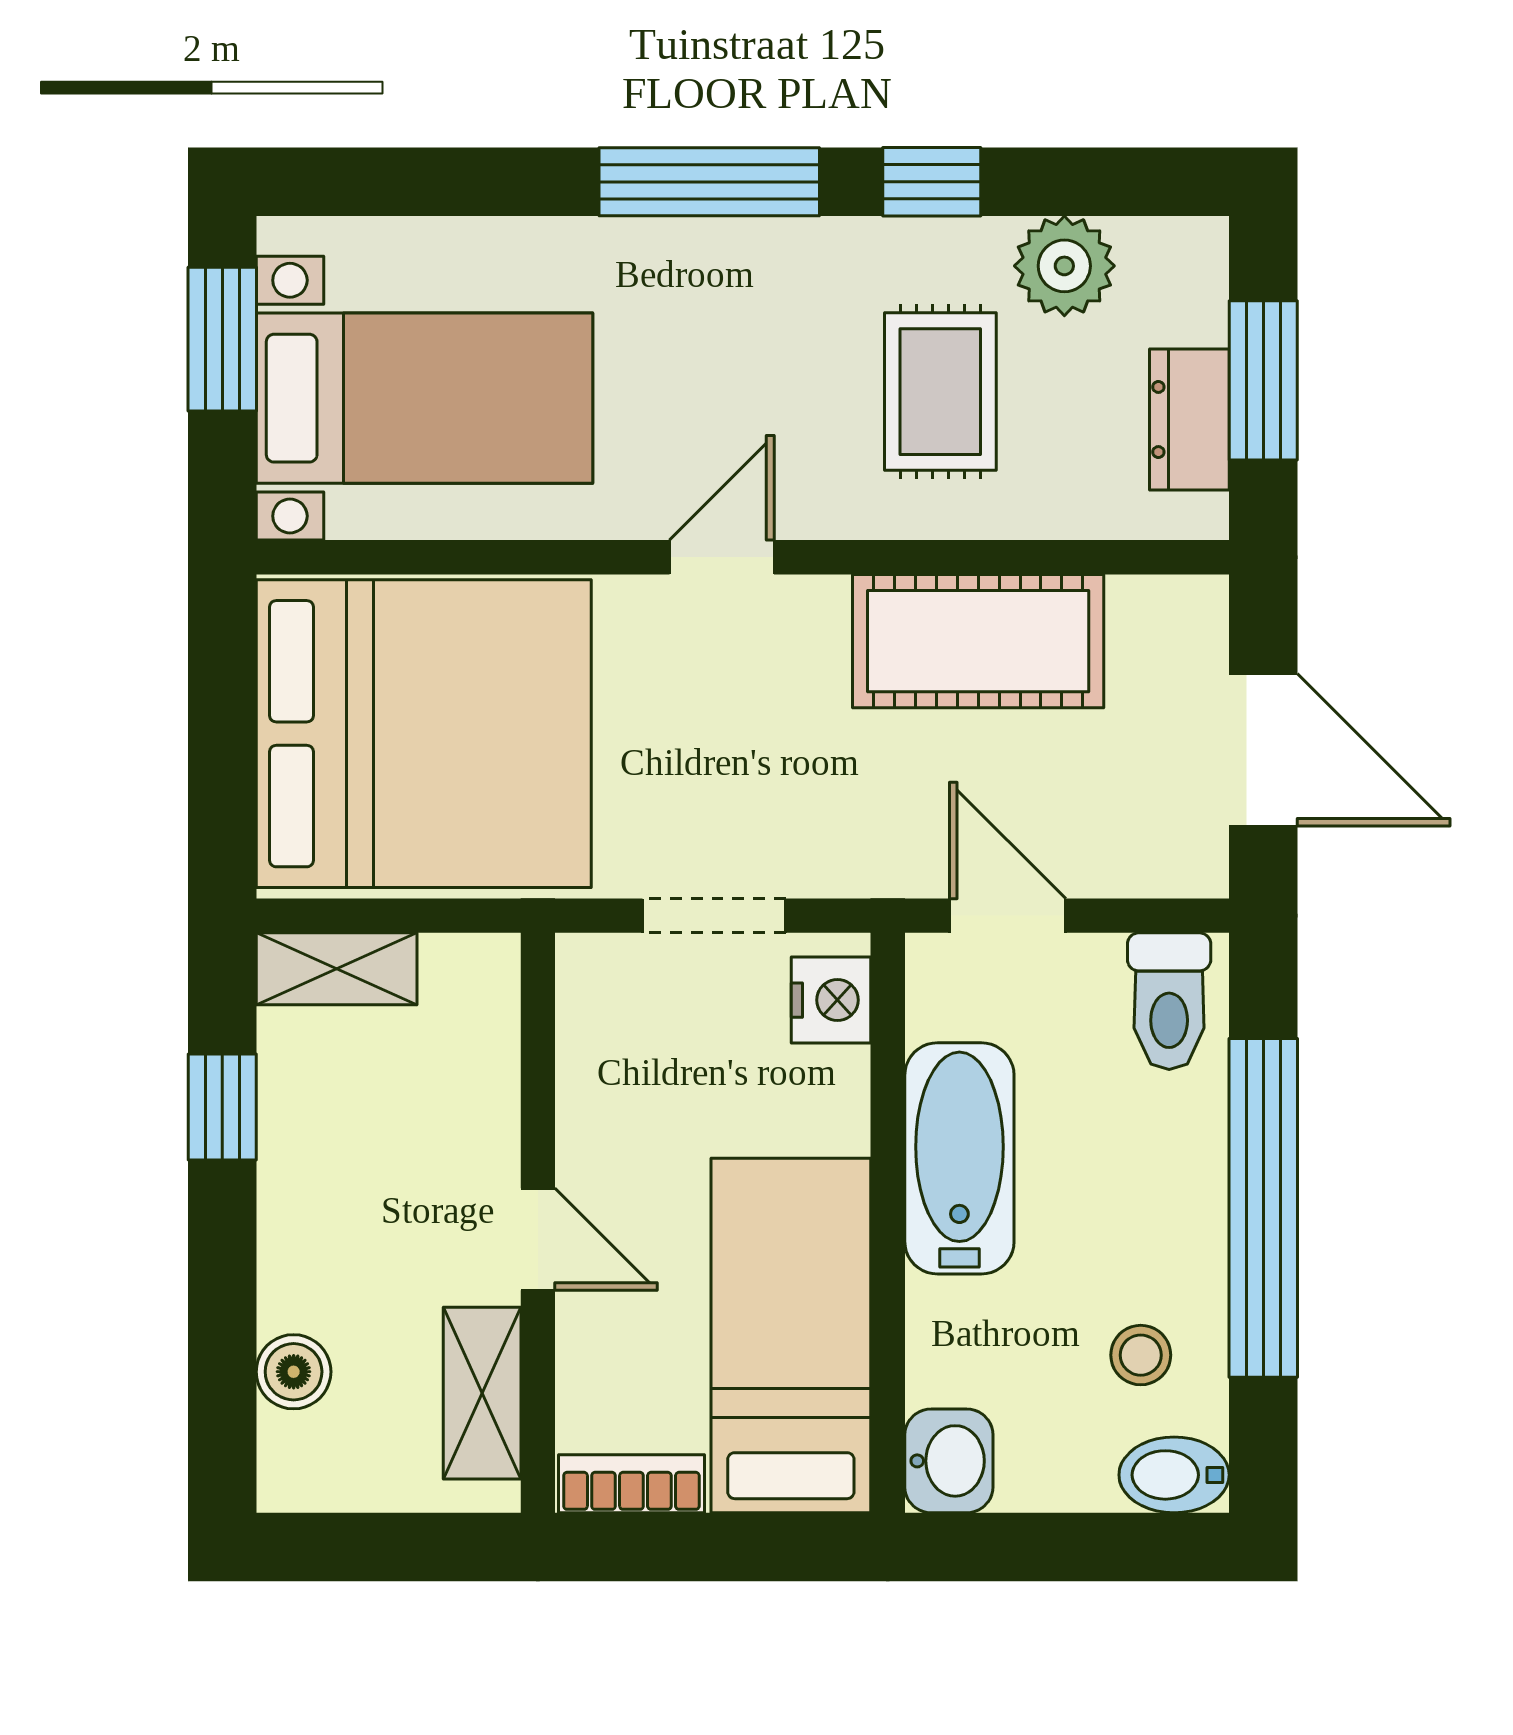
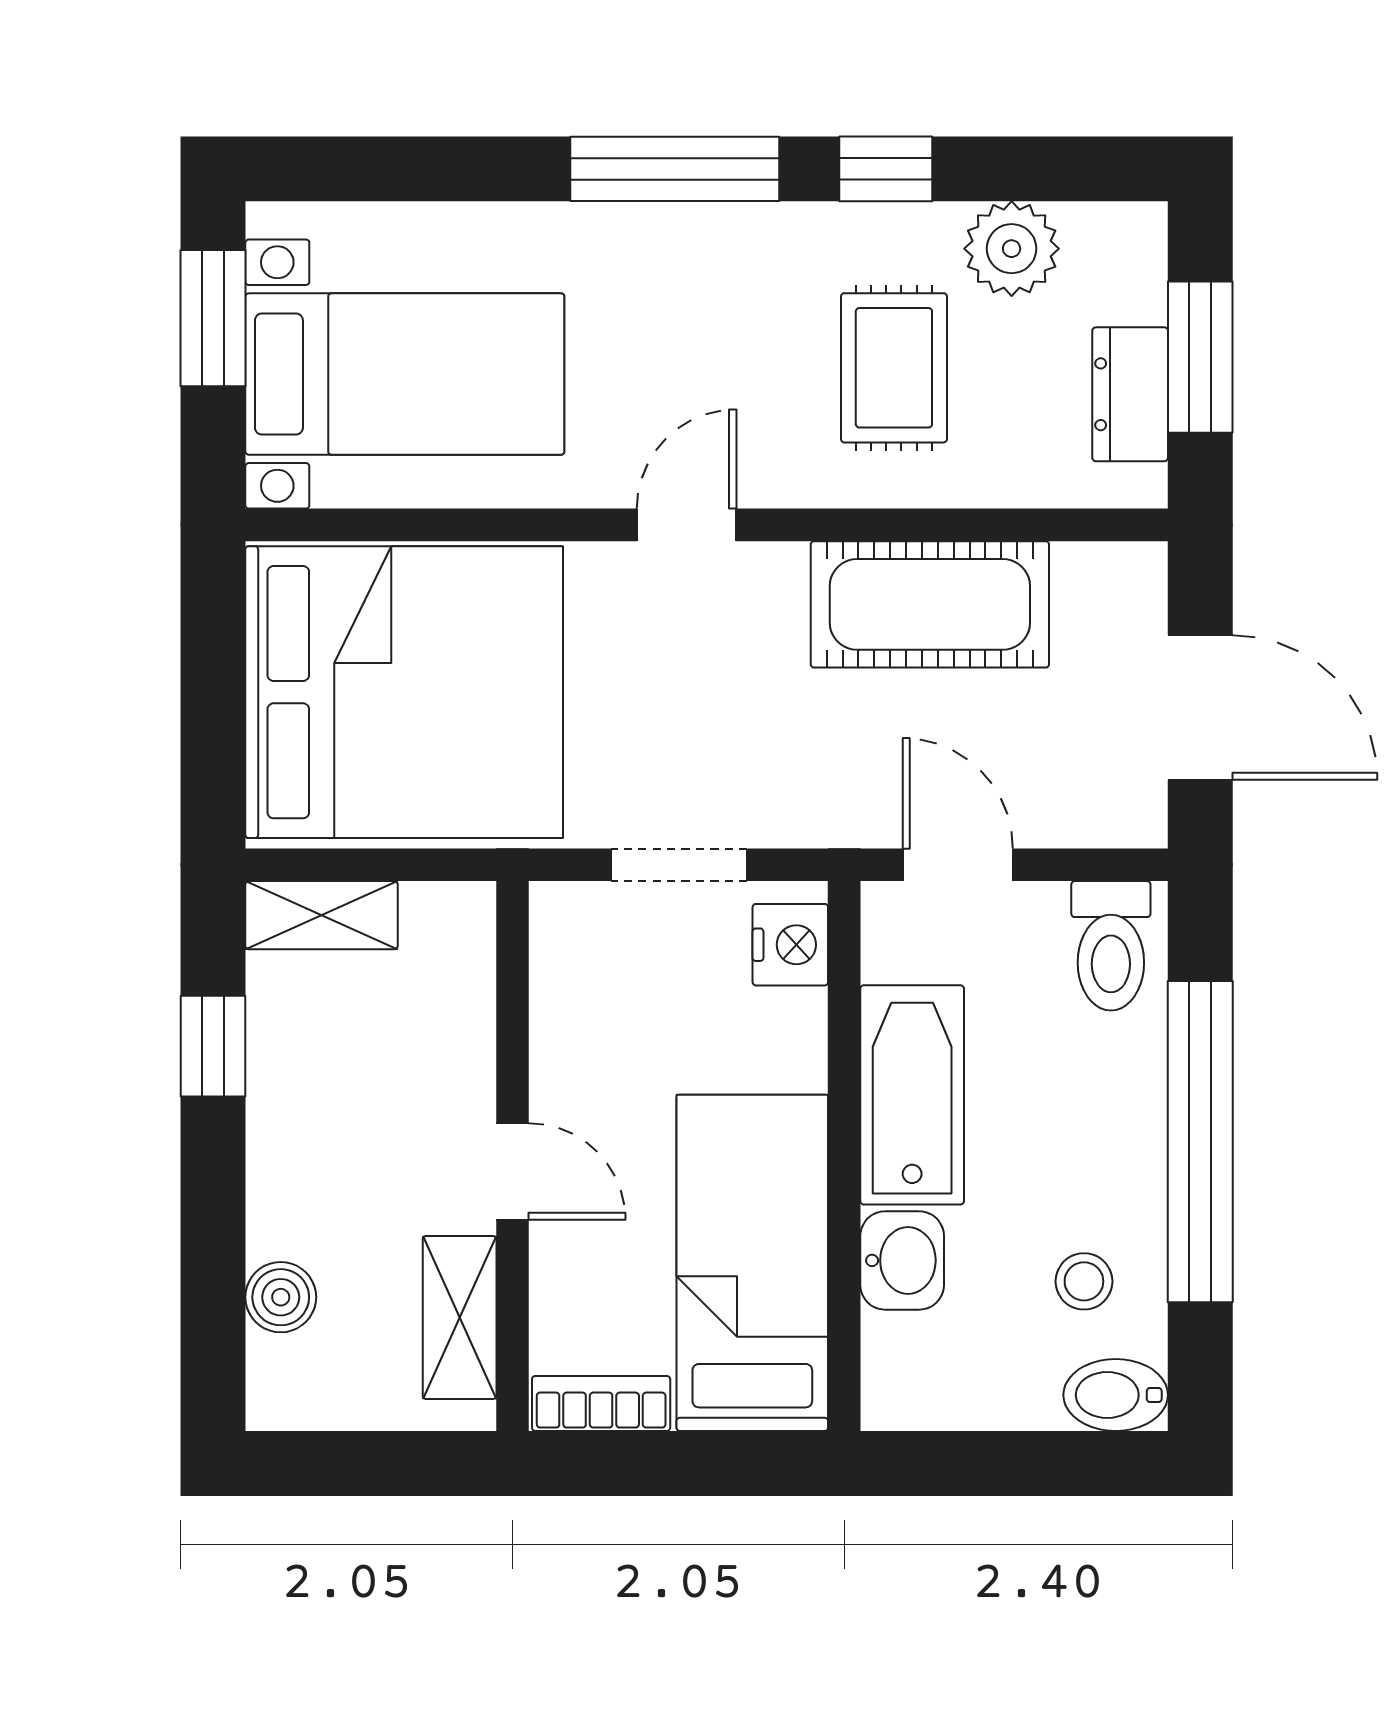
washbasin: (949, 1461) -> (902, 1260), moved

